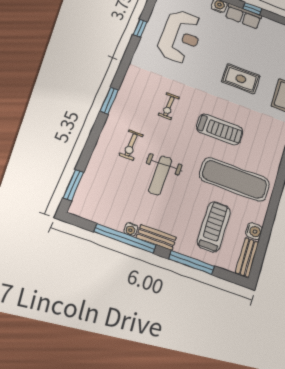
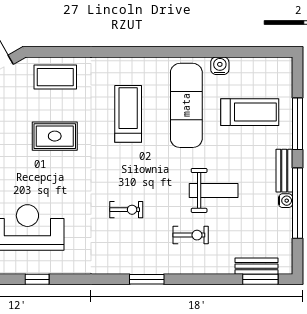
rug: (241, 79) -> (55, 136), turned 90
treadmill: (220, 129) -> (128, 114), moved
treadmill: (214, 227) -> (250, 112), turned 180
water cooler: (254, 231) -> (220, 66), moved
bench: (247, 257) -> (257, 266), moved

